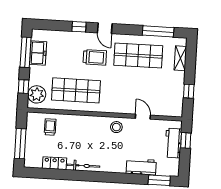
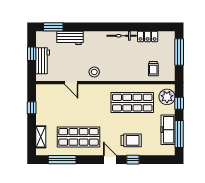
freezer: (38, 53) -> (168, 130), width x1.40
trolley: (95, 57) -> (131, 140), moved, turned 180
window: (186, 140) -> (32, 54), moved

